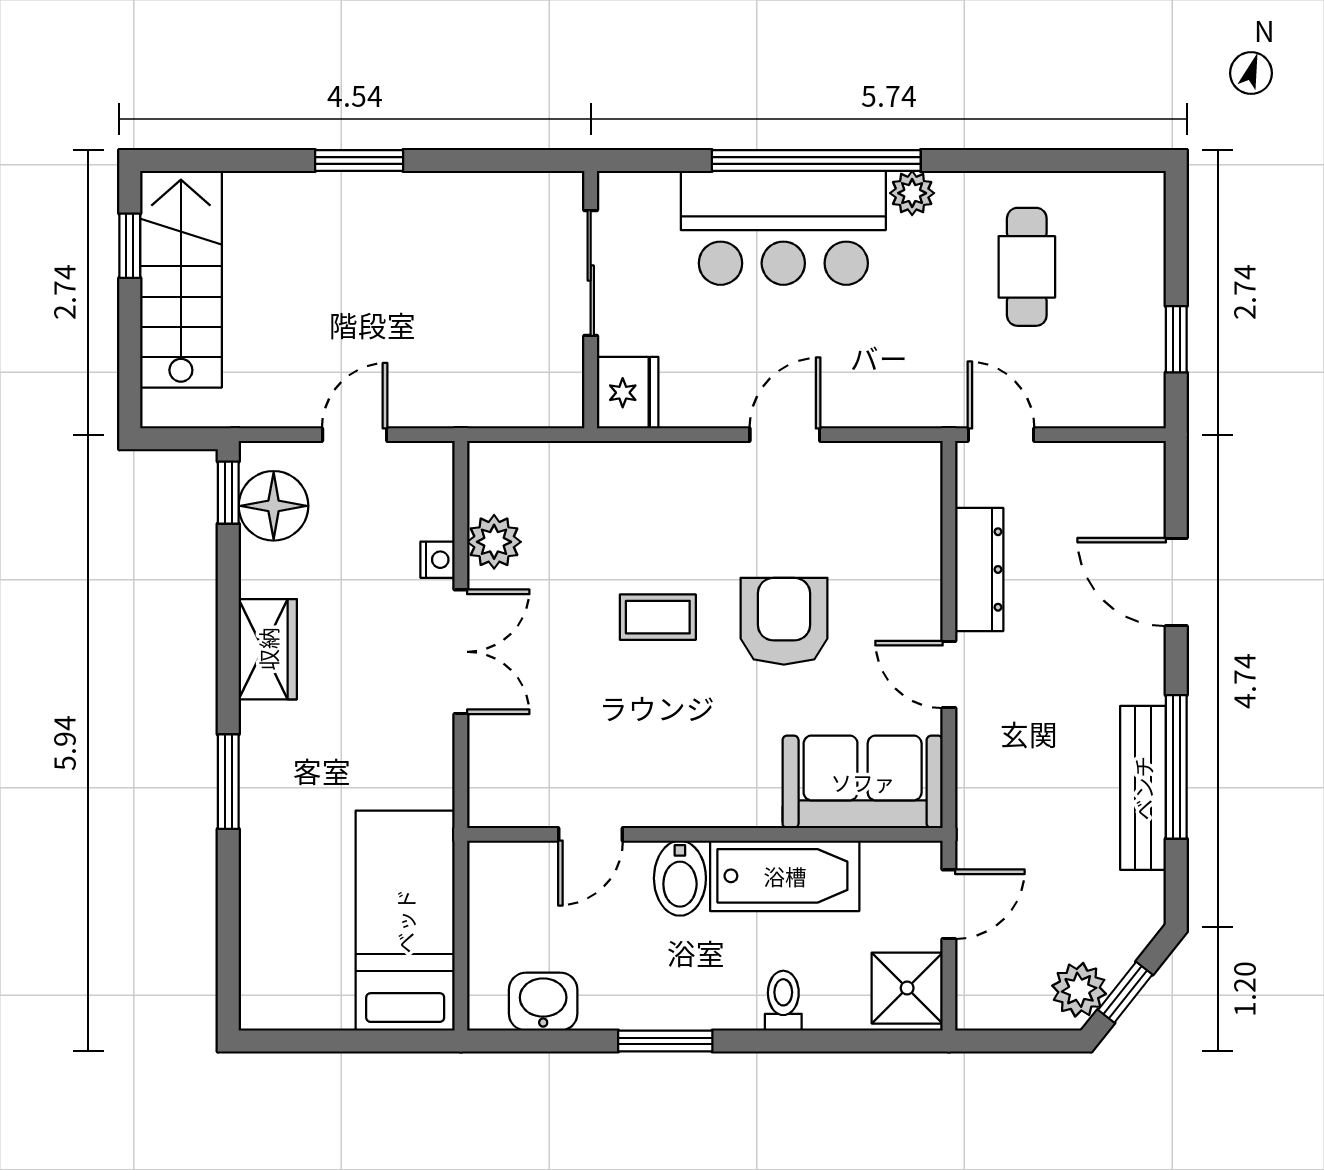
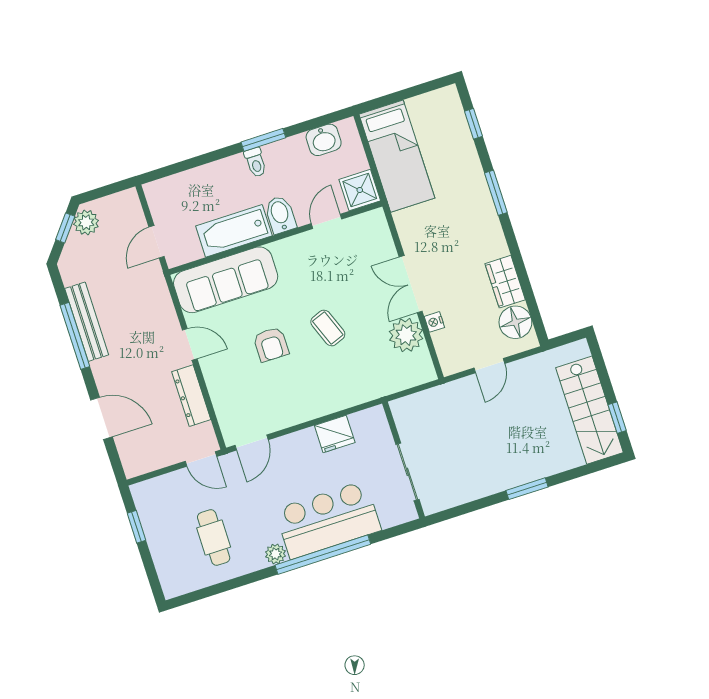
fridge: (628, 393) -> (335, 434), moved, turned -90
door: (785, 435) -> (252, 443), moved
window: (228, 493) -> (474, 124), moved
plant: (494, 542) -> (406, 335), width x1.36, depth x1.36
coffee table: (658, 617) -> (328, 328), turned 69
armchair: (784, 621) -> (271, 344), width x0.72, depth x0.72
wardrobe: (268, 649) -> (505, 282), moved
sofa: (863, 782) -> (226, 280), width x1.36
shower: (907, 988) -> (360, 190), moved
toilet: (783, 1001) -> (255, 162), moved

